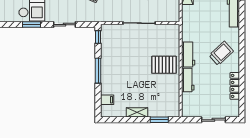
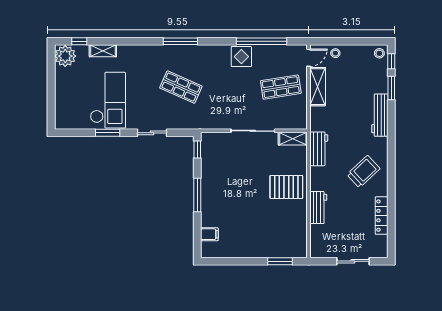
workbench: (188, 55) -> (319, 149), moved
shelving: (137, 112) -> (293, 139), moved

